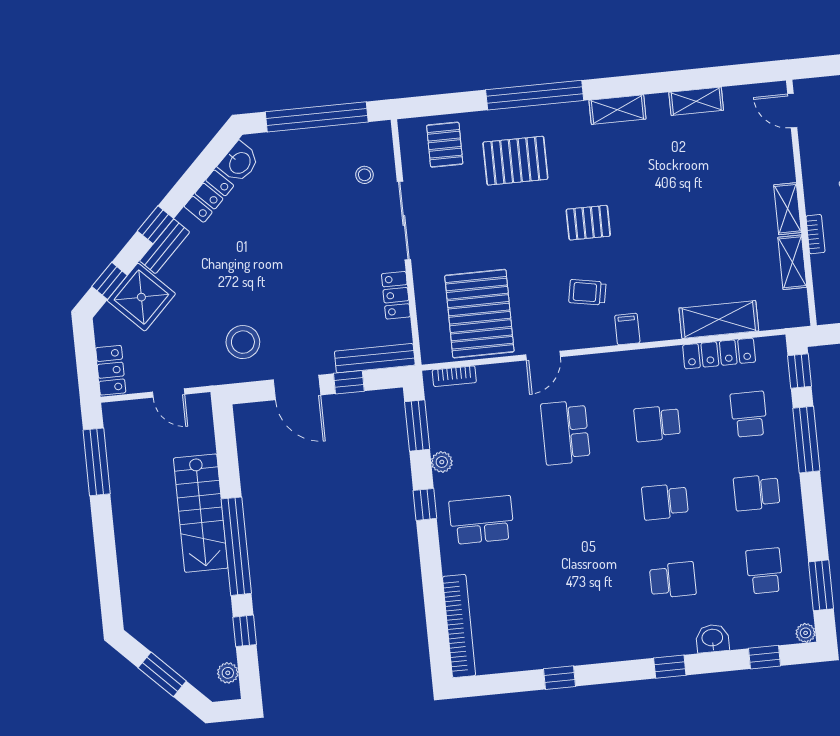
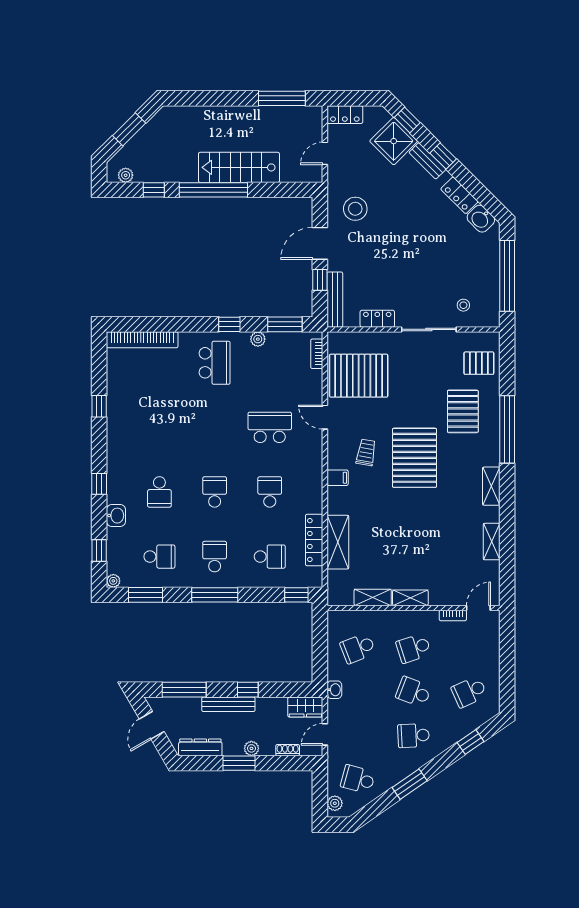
pallet: (588, 223) -> (414, 458), width x2.05, depth x2.00
bookcase: (815, 234) -> (453, 615), moved
window: (806, 440) -> (215, 595), moved

